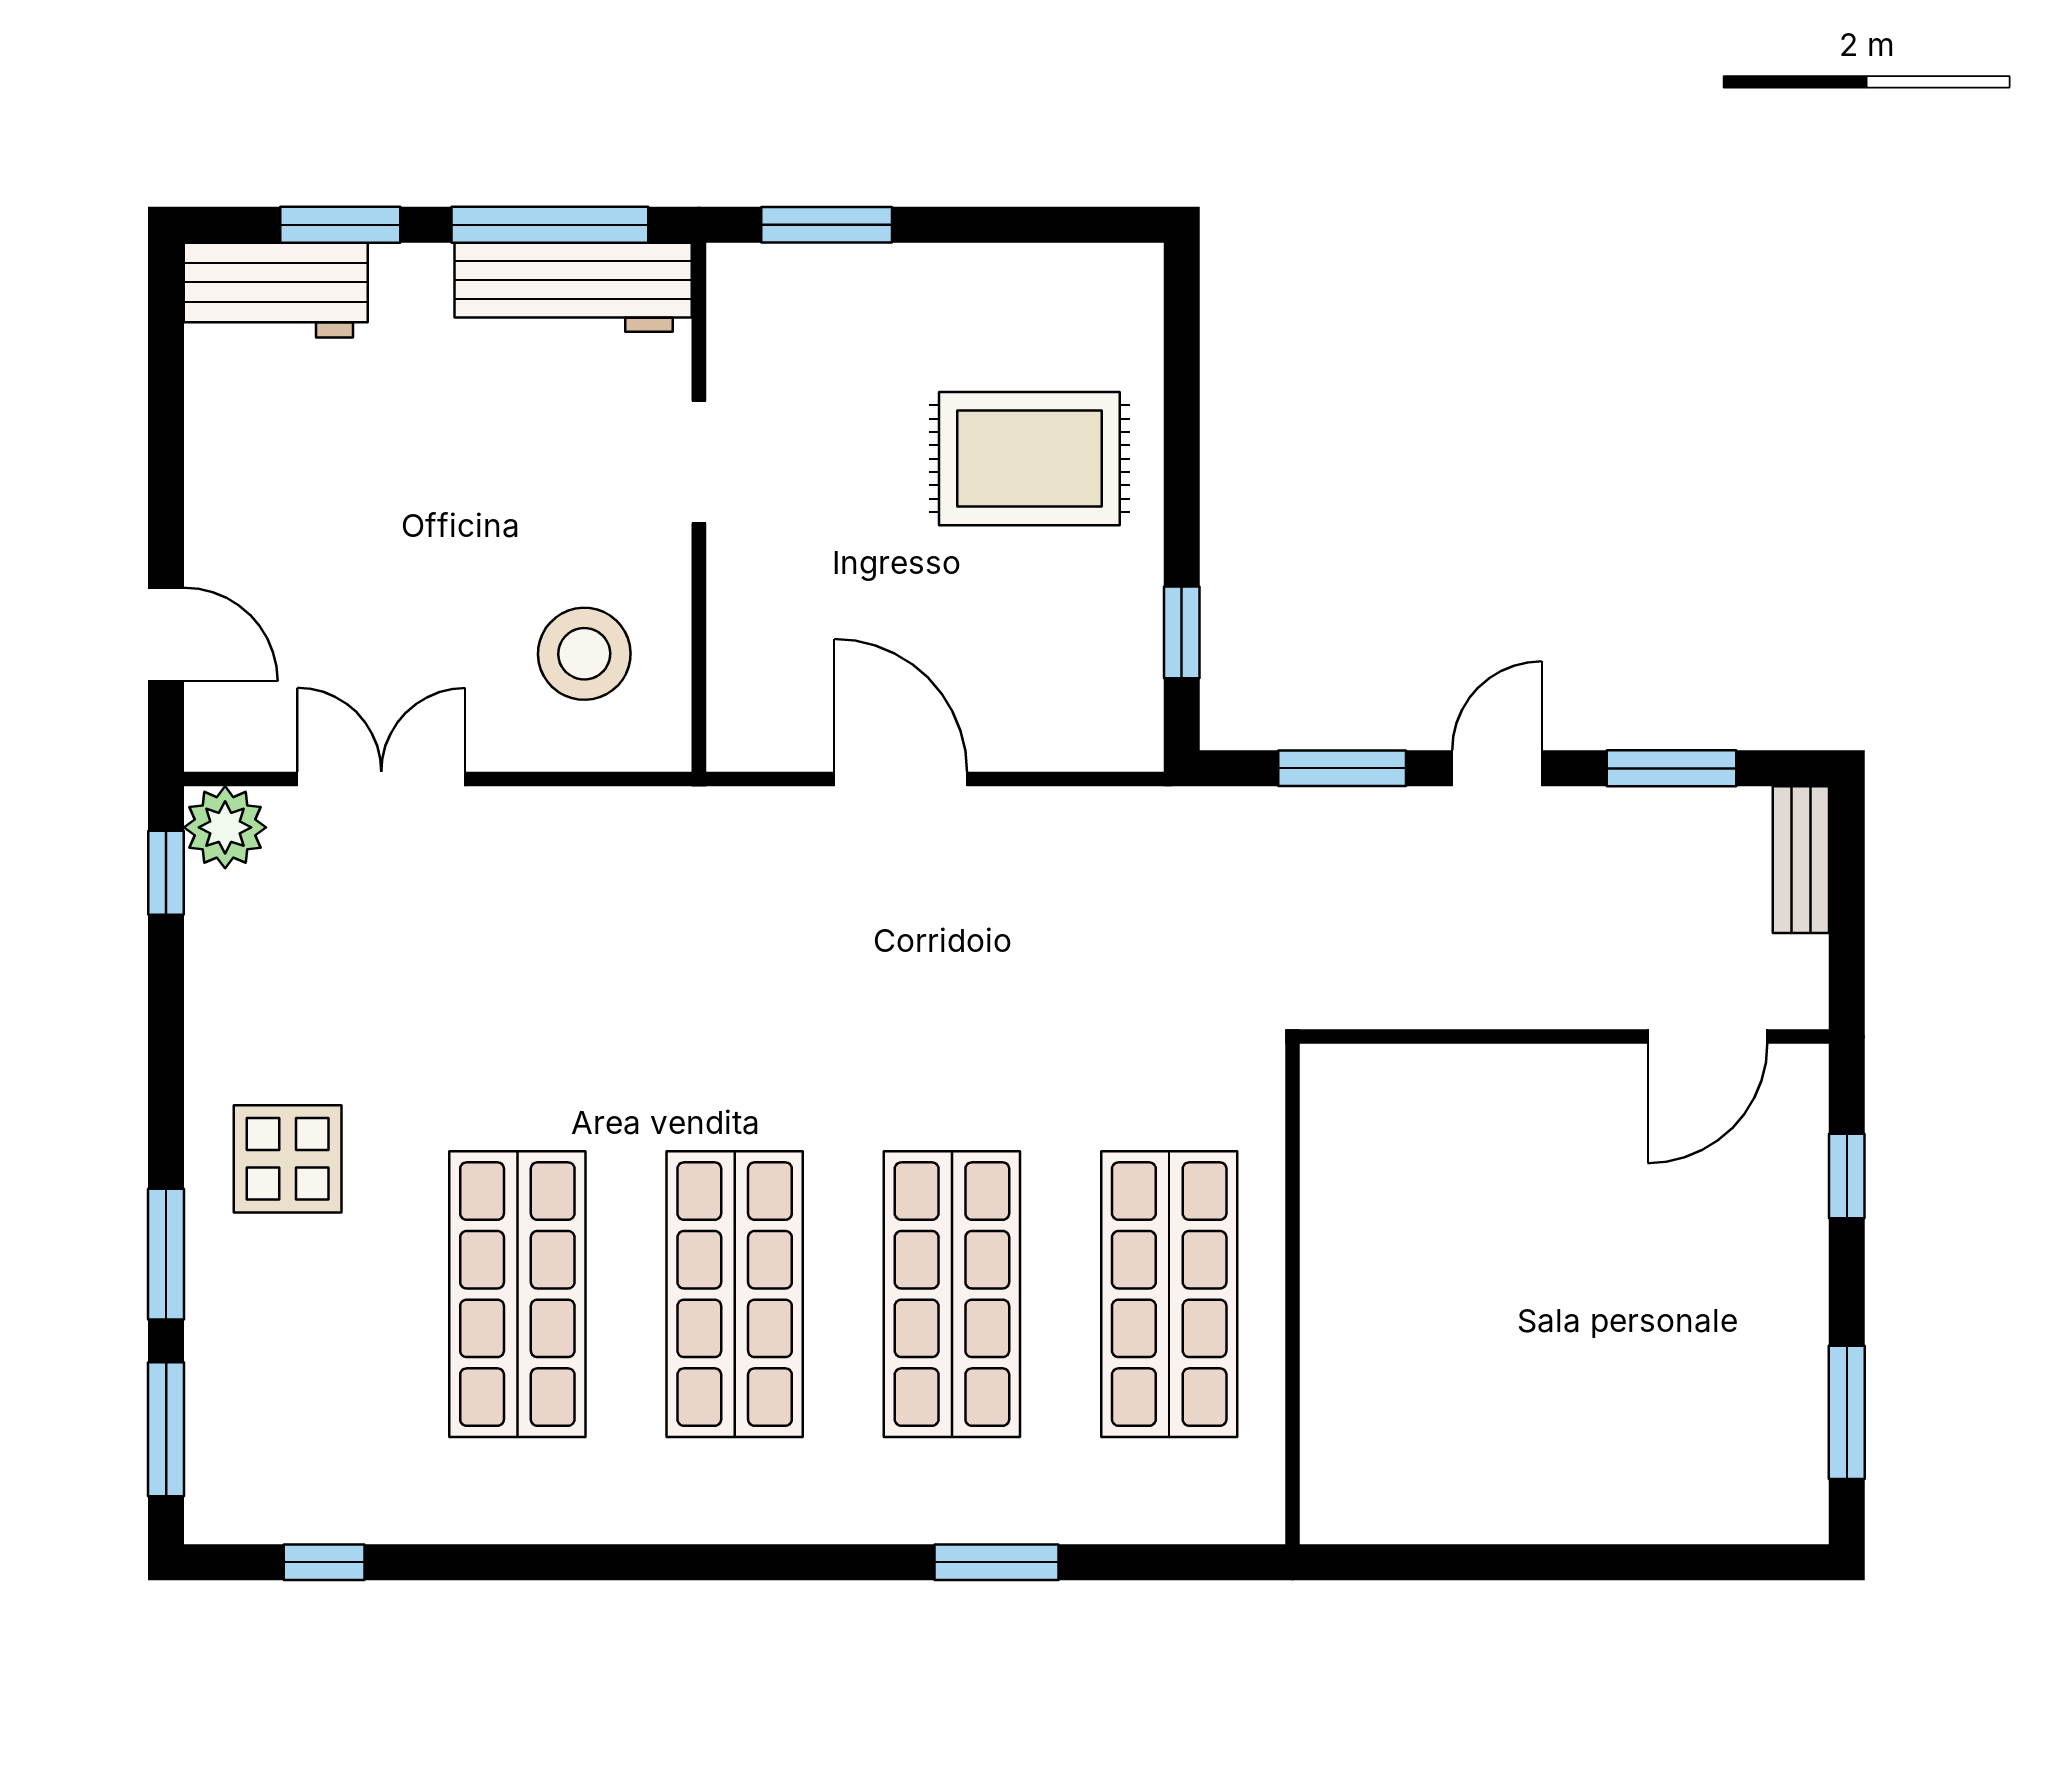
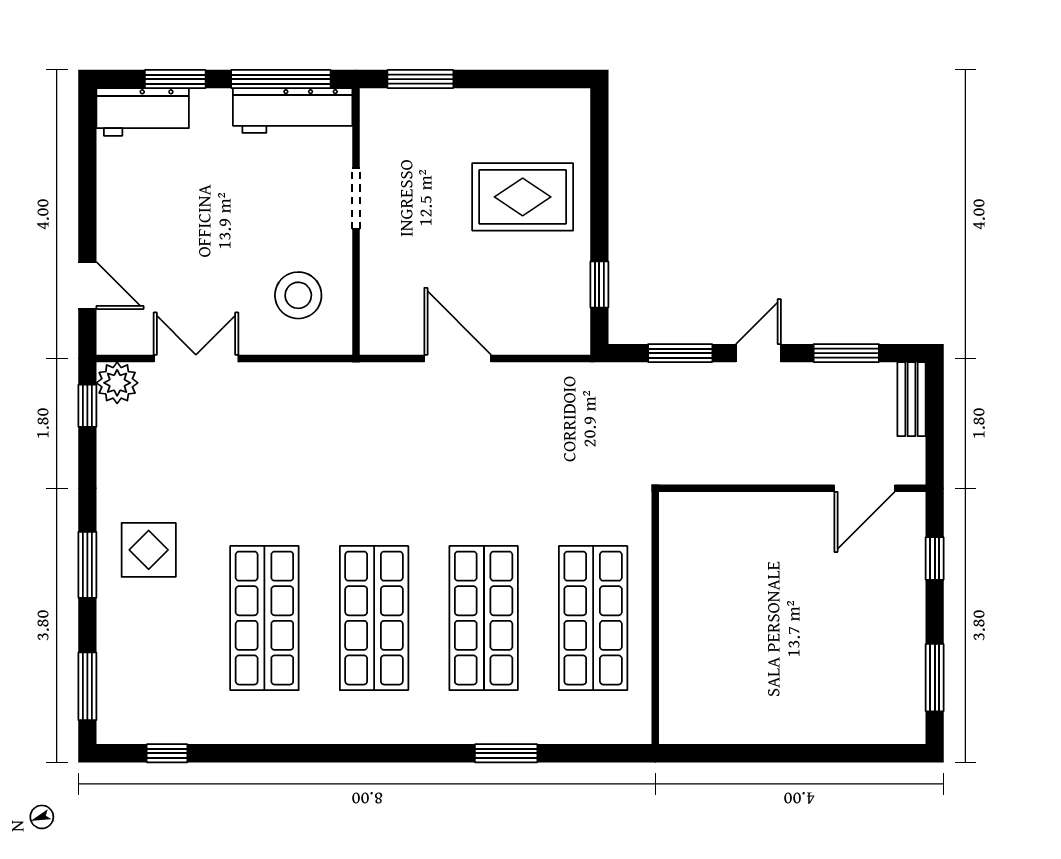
window: (166, 1254) -> (87, 565), moved

